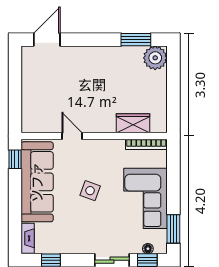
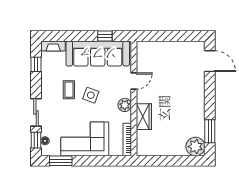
wardrobe: (133, 123) -> (144, 117), moved
plant: (102, 148) -> (125, 105), added
window: (15, 159) -> (105, 36), moved
coffee table: (83, 218) -> (69, 90), added

